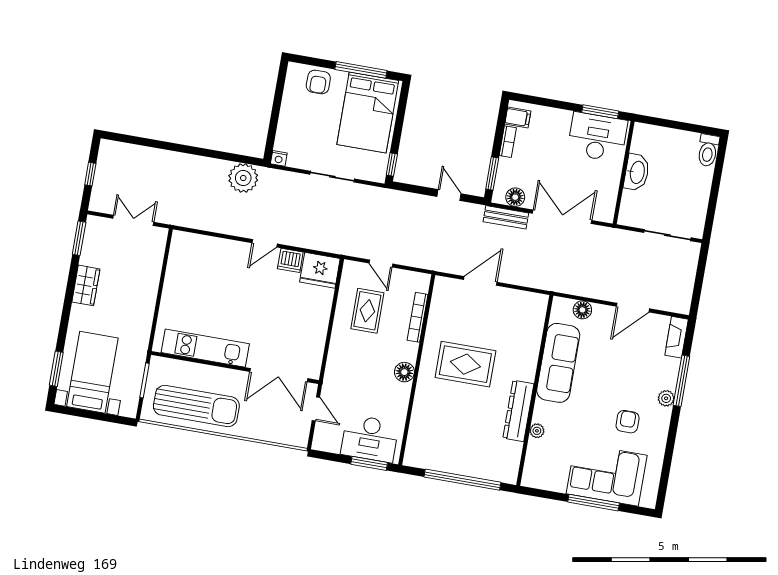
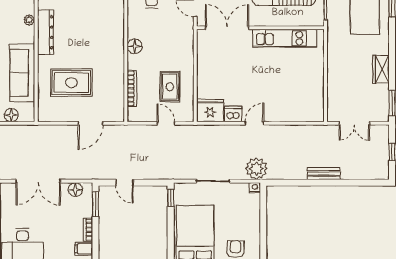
plant: (243, 178) -> (256, 169), moved
bench: (506, 217) -> (324, 174), moved
rug: (465, 364) -> (71, 83), moved

